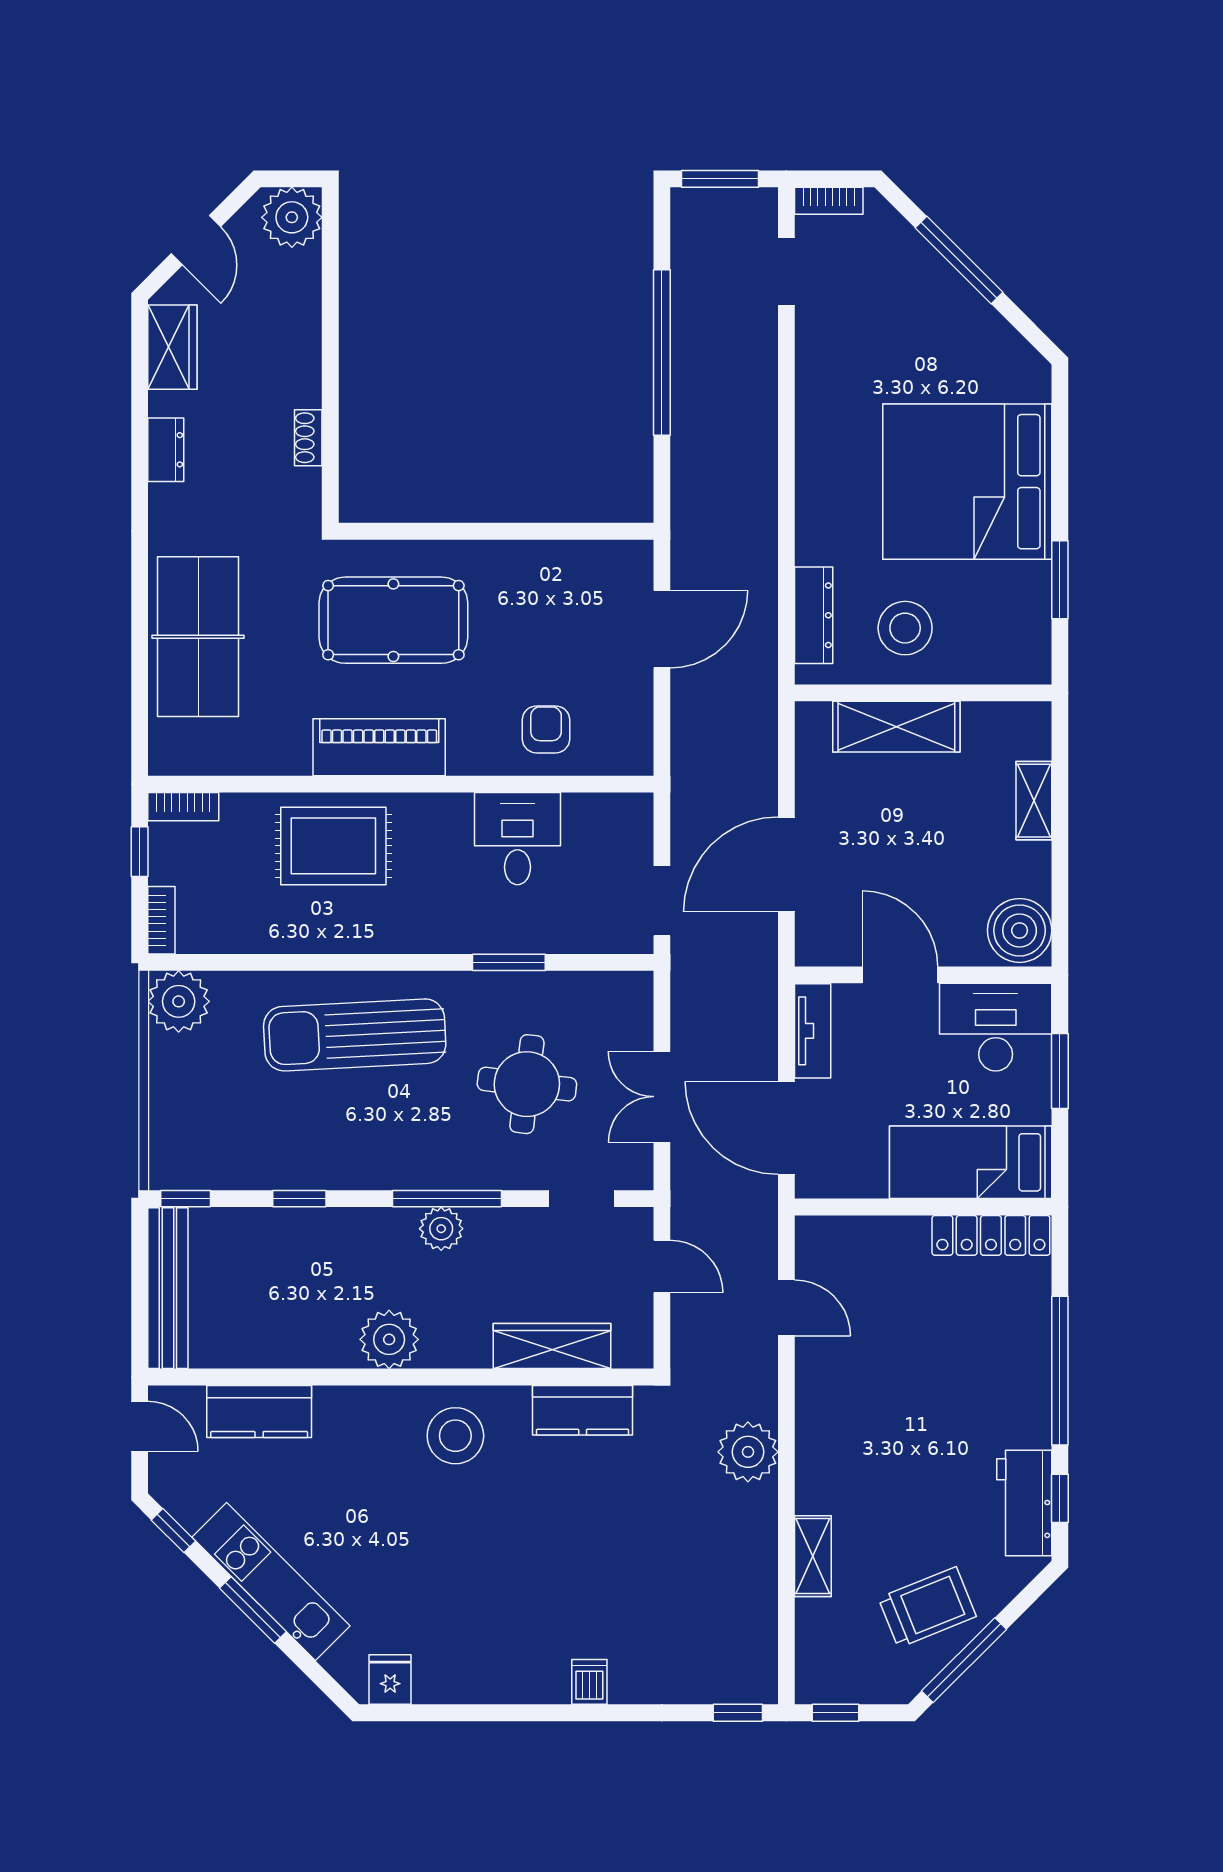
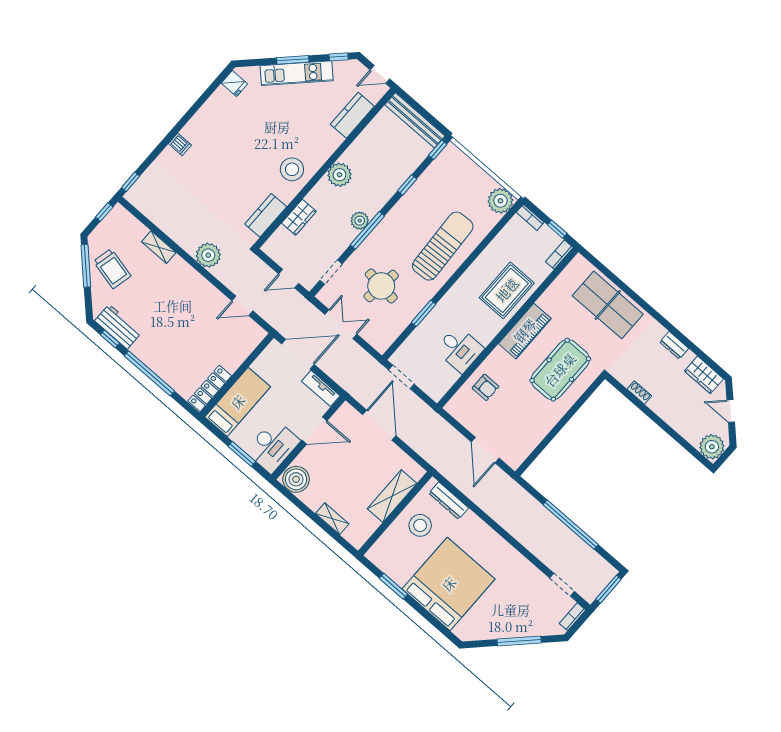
wardrobe: (552, 1346) -> (299, 217), width x0.67
trolley: (927, 1607) -> (112, 269), turned -55

